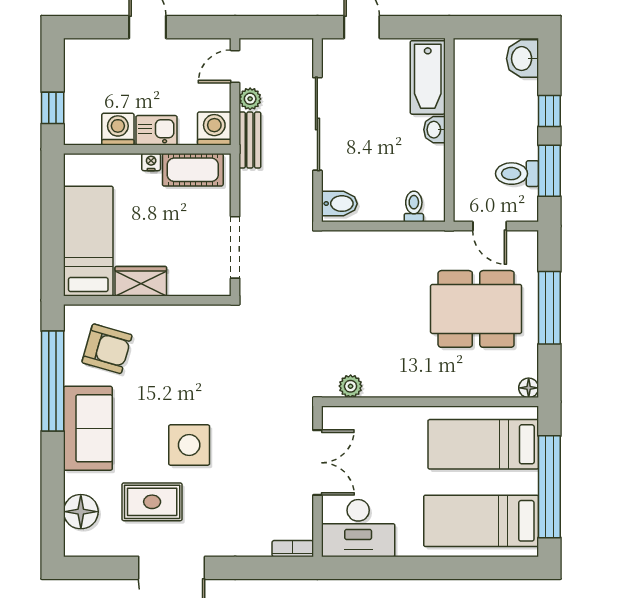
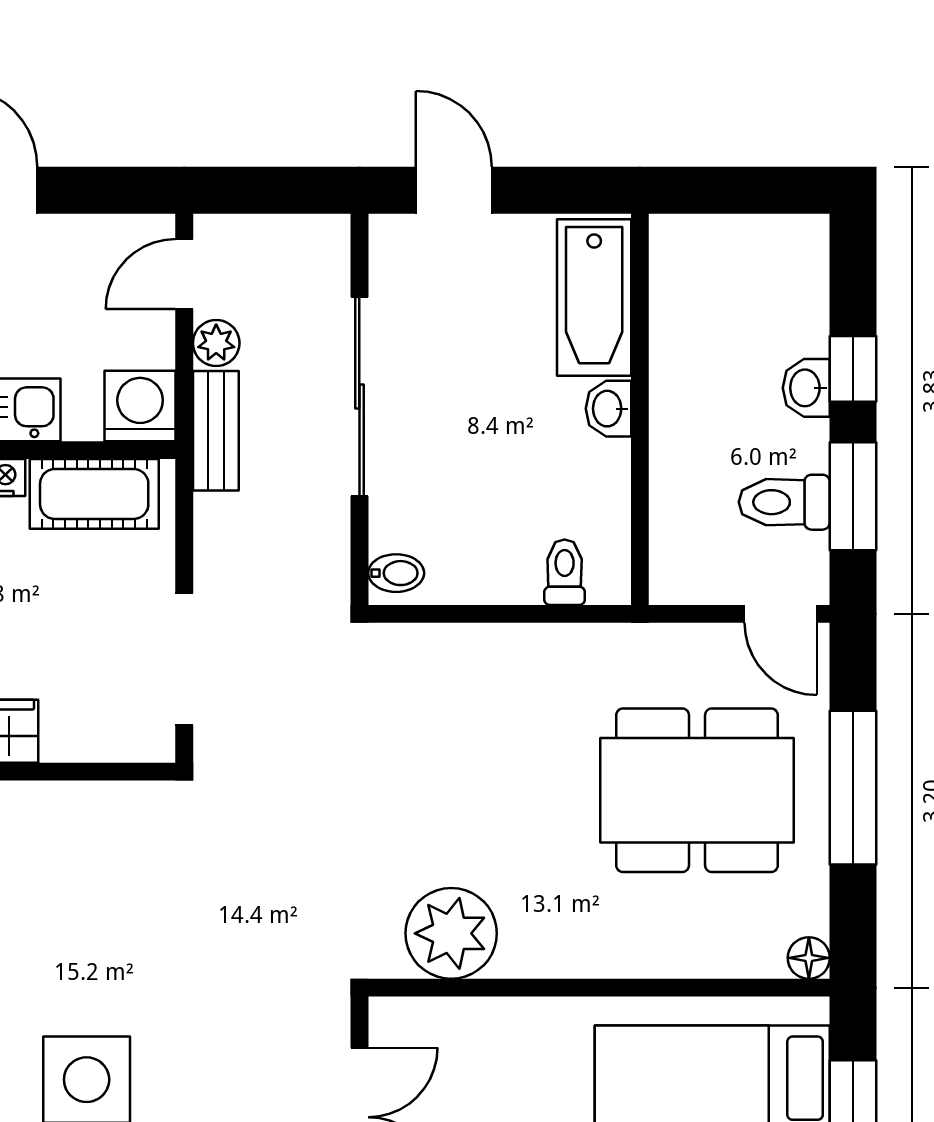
washbasin: (523, 59) -> (806, 388), moved, width x0.72, depth x0.69
bidet: (339, 204) -> (396, 573), width x0.72, depth x0.74
door: (490, 226) -> (781, 614), moved
plant: (351, 386) -> (451, 933), width x1.87, depth x1.87

